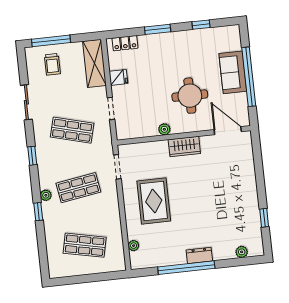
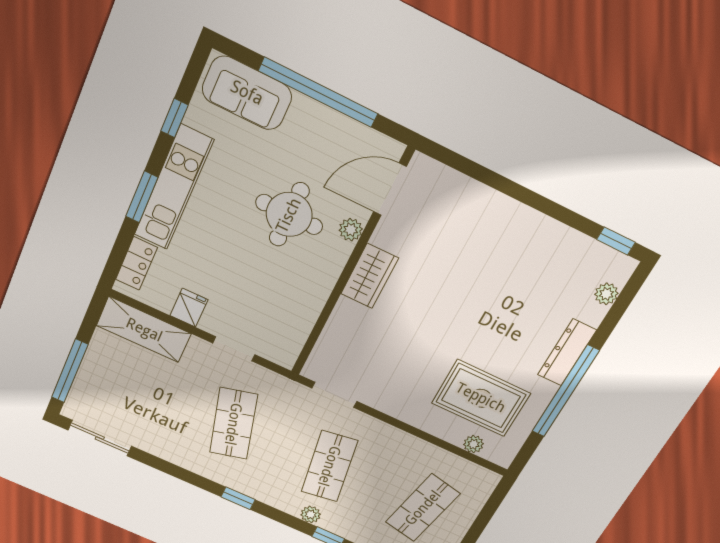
kitchen unit: (170, 40) -> (174, 188), added
trolley: (52, 64) -> (110, 391), removed
sofa: (233, 72) -> (247, 93), moved
sliding door: (26, 102) -> (100, 438), moved
plant: (164, 129) -> (351, 230), moved
shop shelf: (72, 130) -> (233, 424), turned -30
rug: (154, 201) -> (481, 398), moved
window: (264, 218) -> (616, 241), moved
dresser: (199, 255) -> (567, 352), width x1.44

